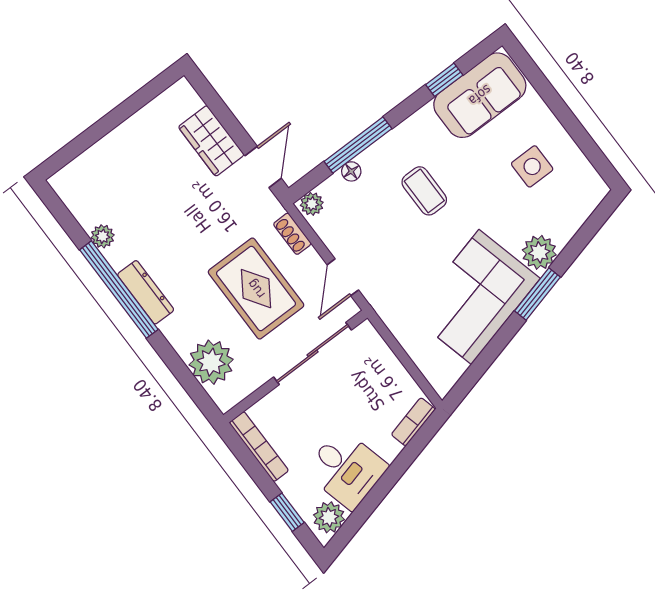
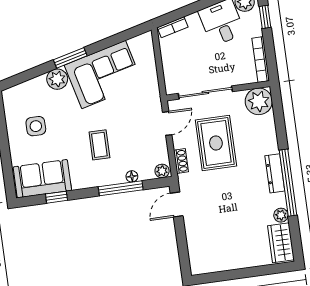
wardrobe: (211, 141) -> (281, 243), moved, turned 180
plant: (211, 362) -> (259, 101), moved

